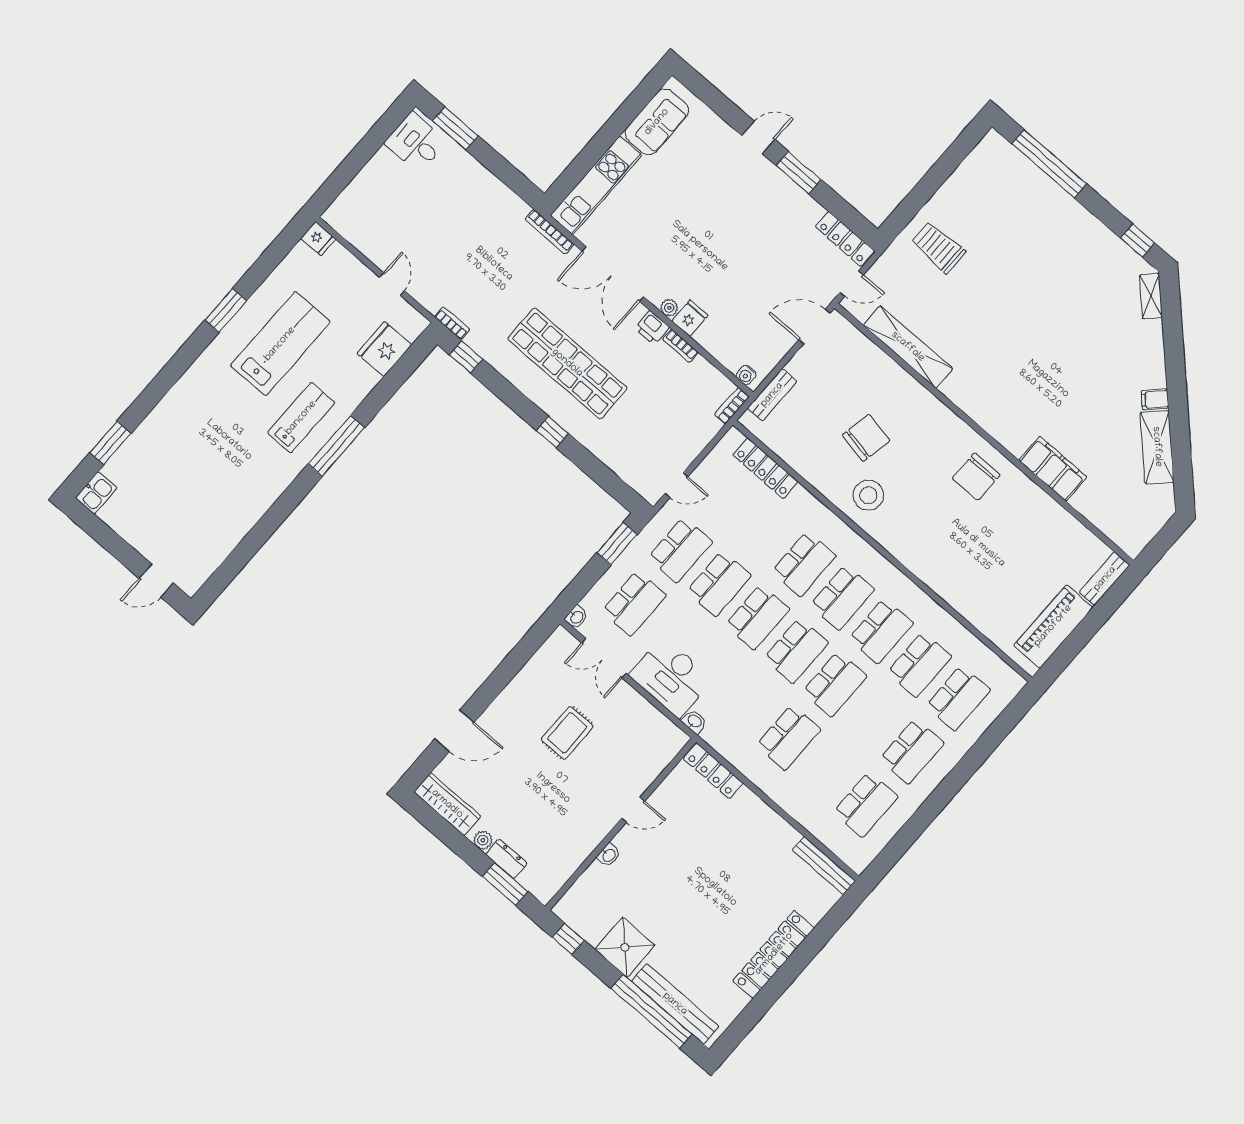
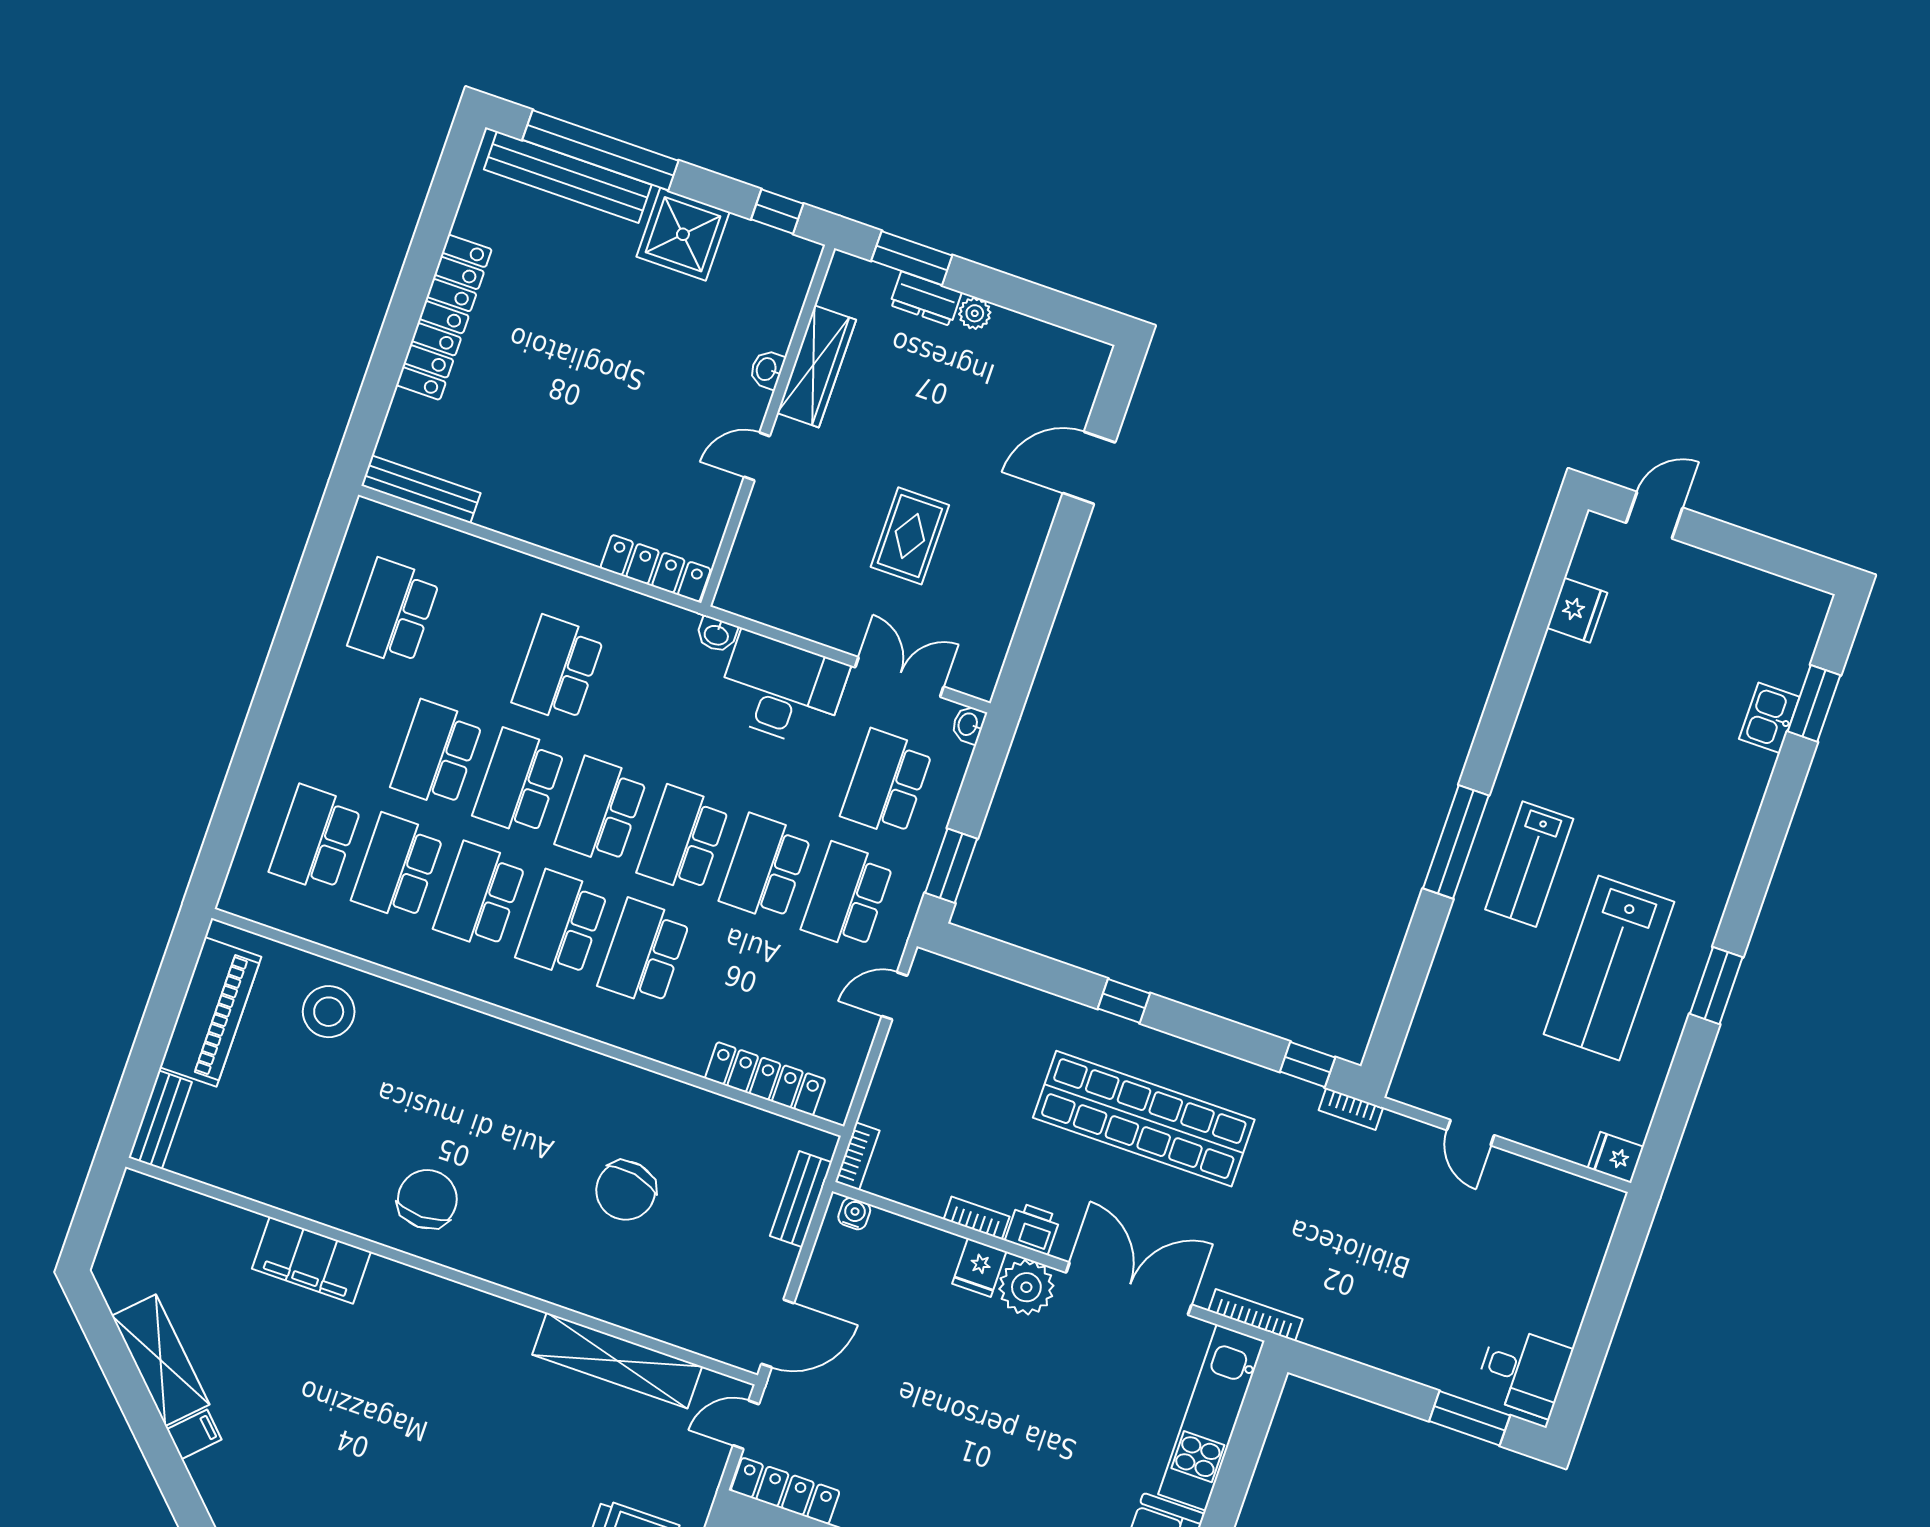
plant: (669, 308) -> (1026, 1287), width x1.87, depth x1.87
fridge: (384, 349) -> (1577, 610), moved, width x0.73, depth x0.75
kitchen sink: (96, 493) -> (1769, 718), moved
stool: (868, 495) -> (329, 1012), moved
school desk: (912, 751) -> (437, 754), moved
wardrobe: (447, 804) -> (817, 366), moved, turned -90

